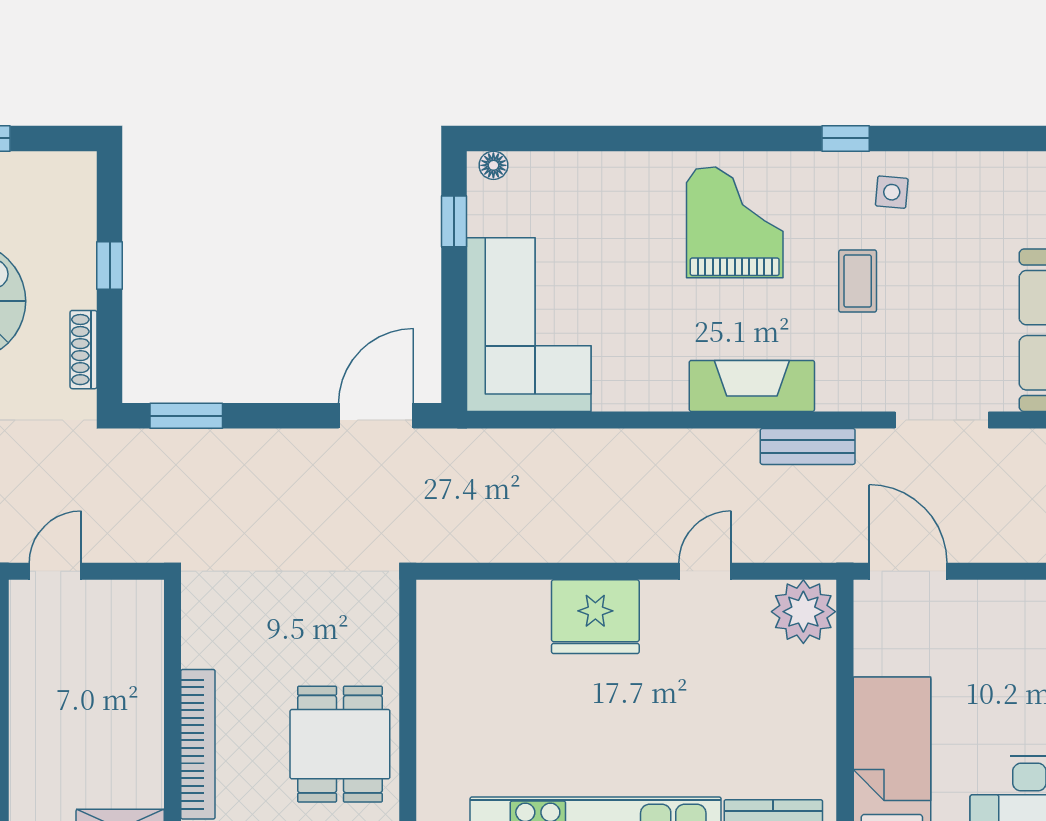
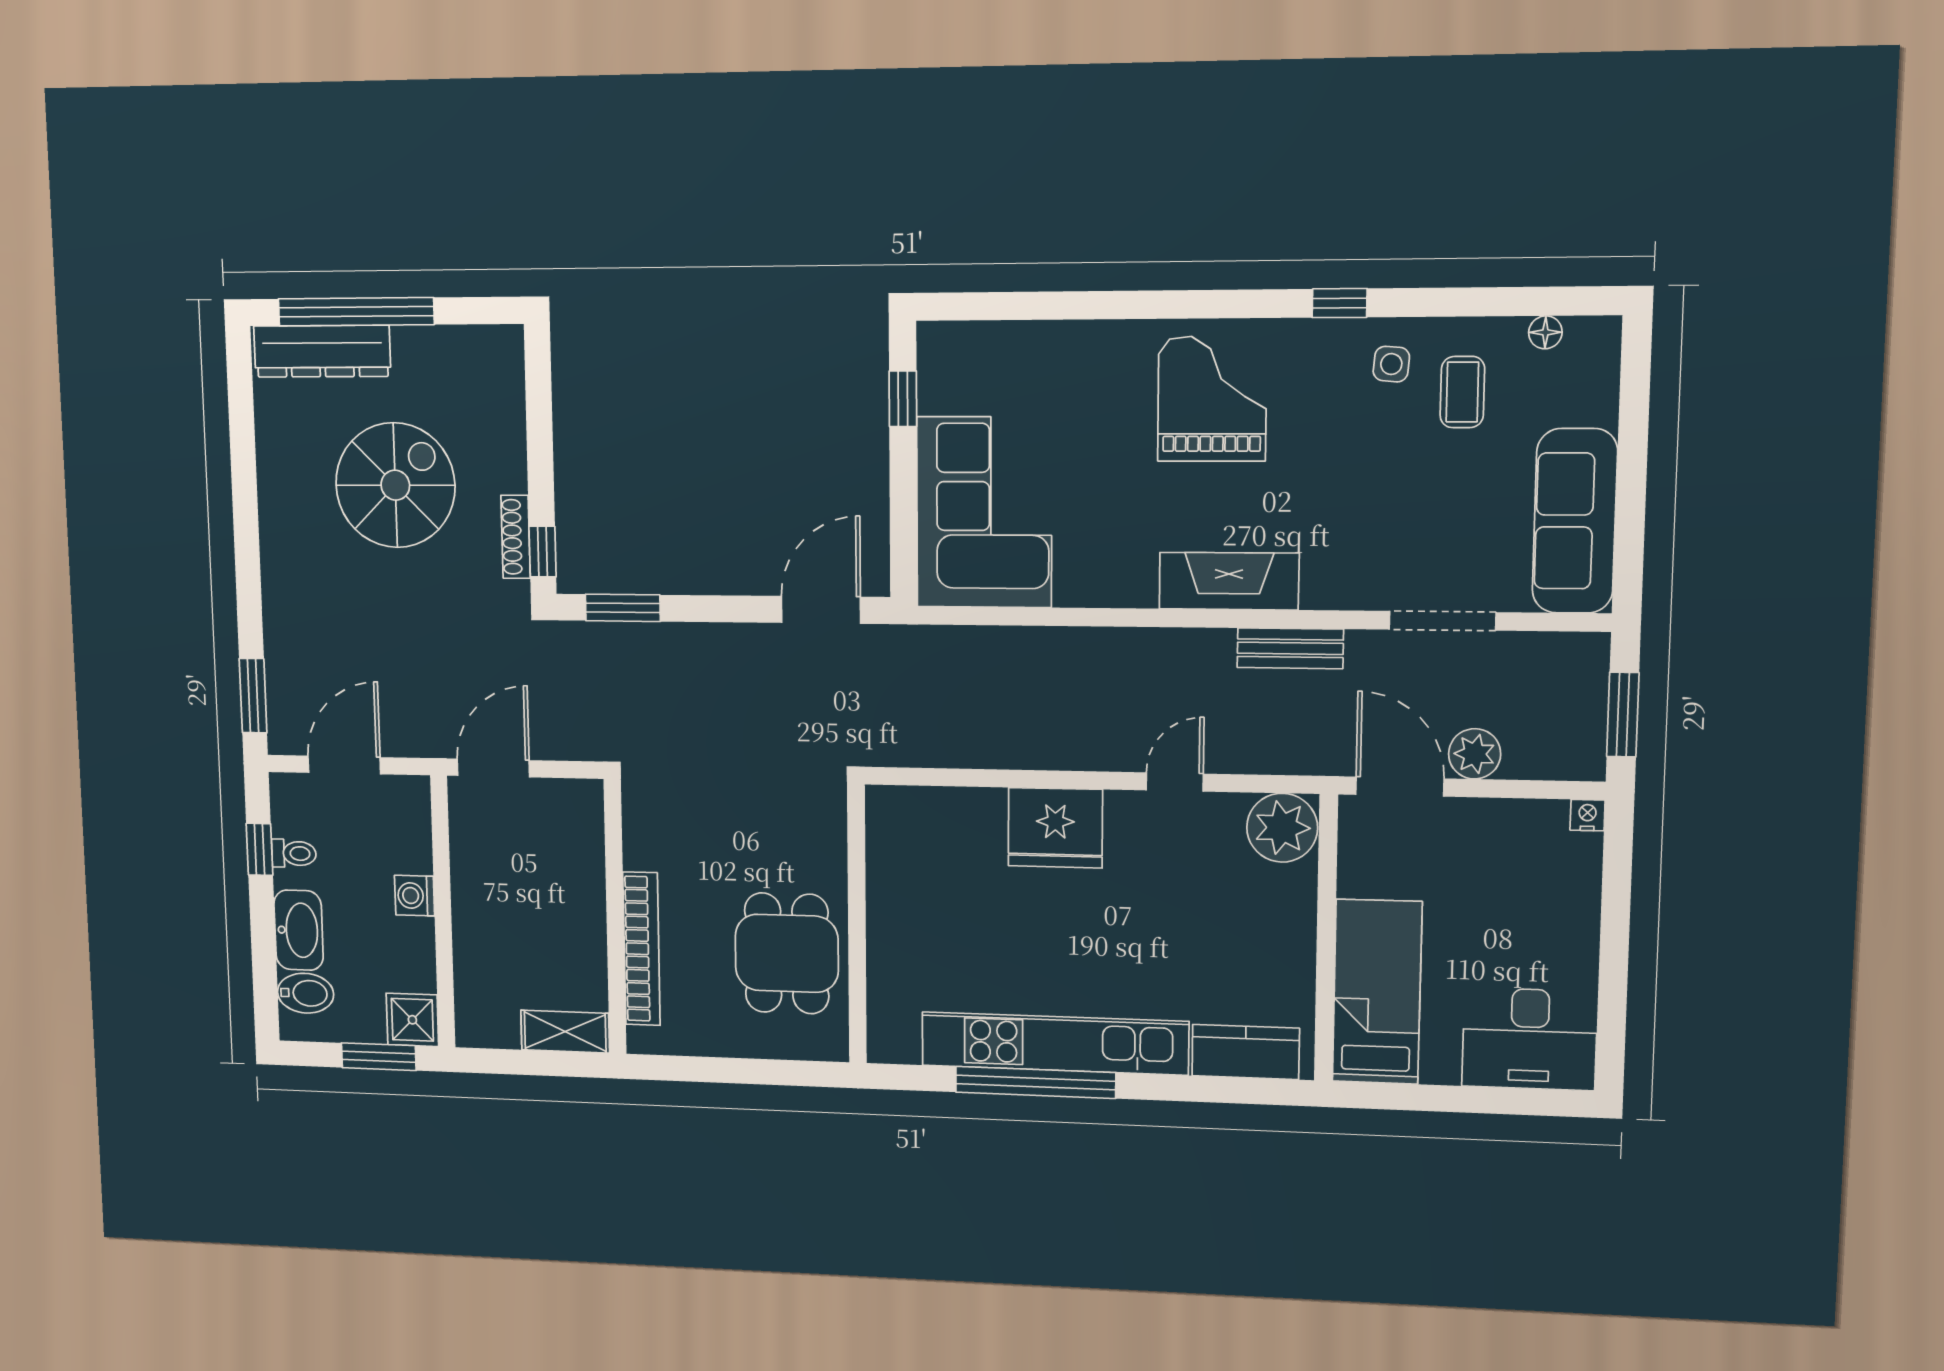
floor lamp: (493, 165) -> (1545, 332), moved
window: (110, 266) -> (543, 552), moved
coffee table: (858, 281) -> (1462, 392), moved
plant: (973, 540) -> (1475, 754), added
door: (55, 571) -> (493, 768), width x1.37

